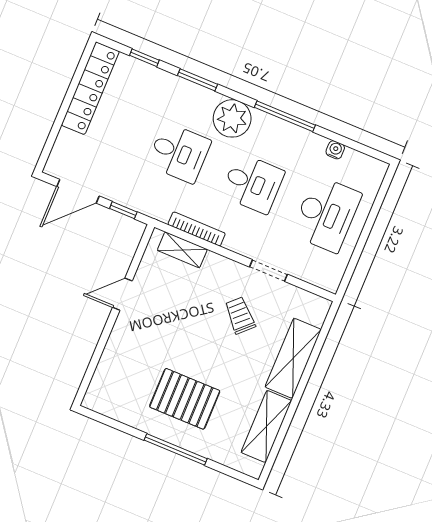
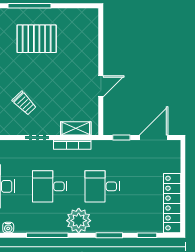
doorway: (268, 271) -> (37, 138), moved

